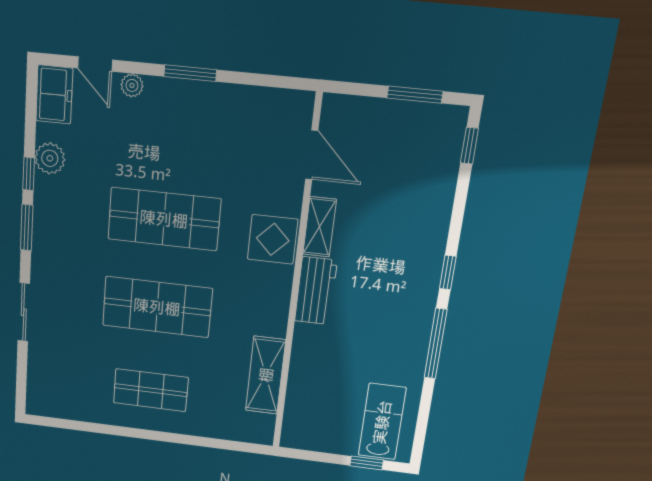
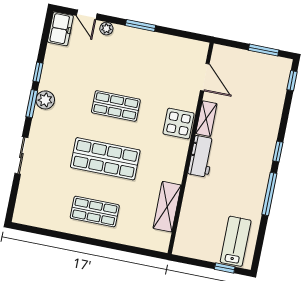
plant: (50, 158) -> (45, 100), moved
shop shelf: (164, 219) -> (116, 106), width x0.70, depth x0.74

